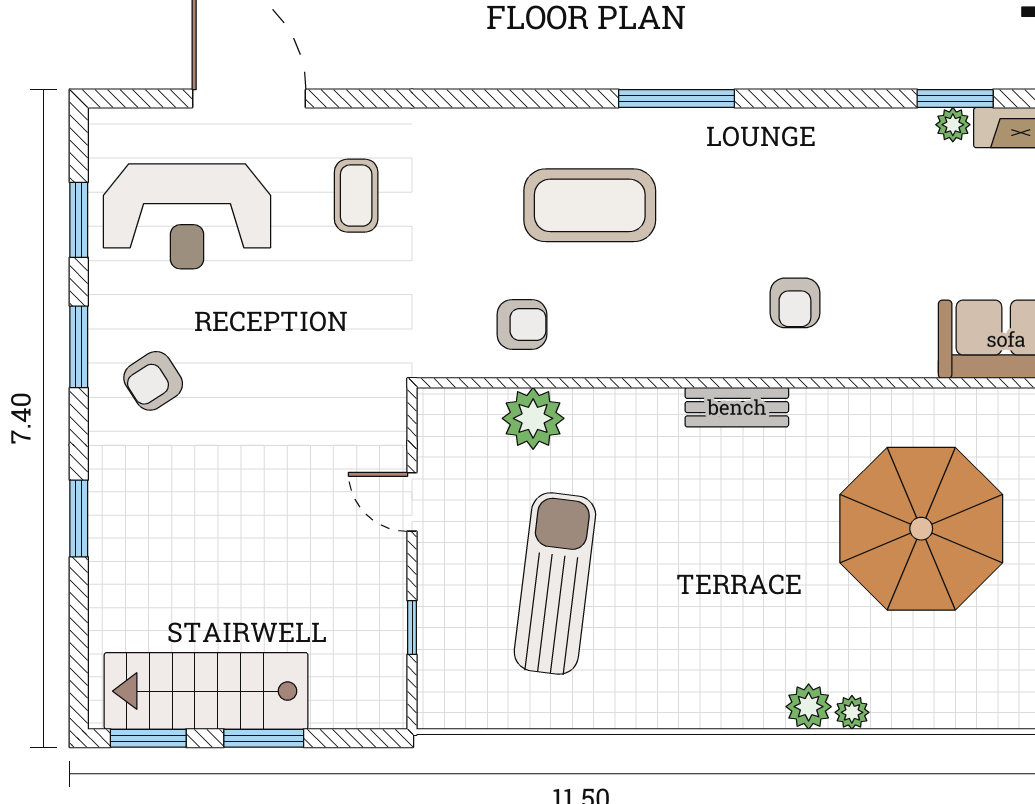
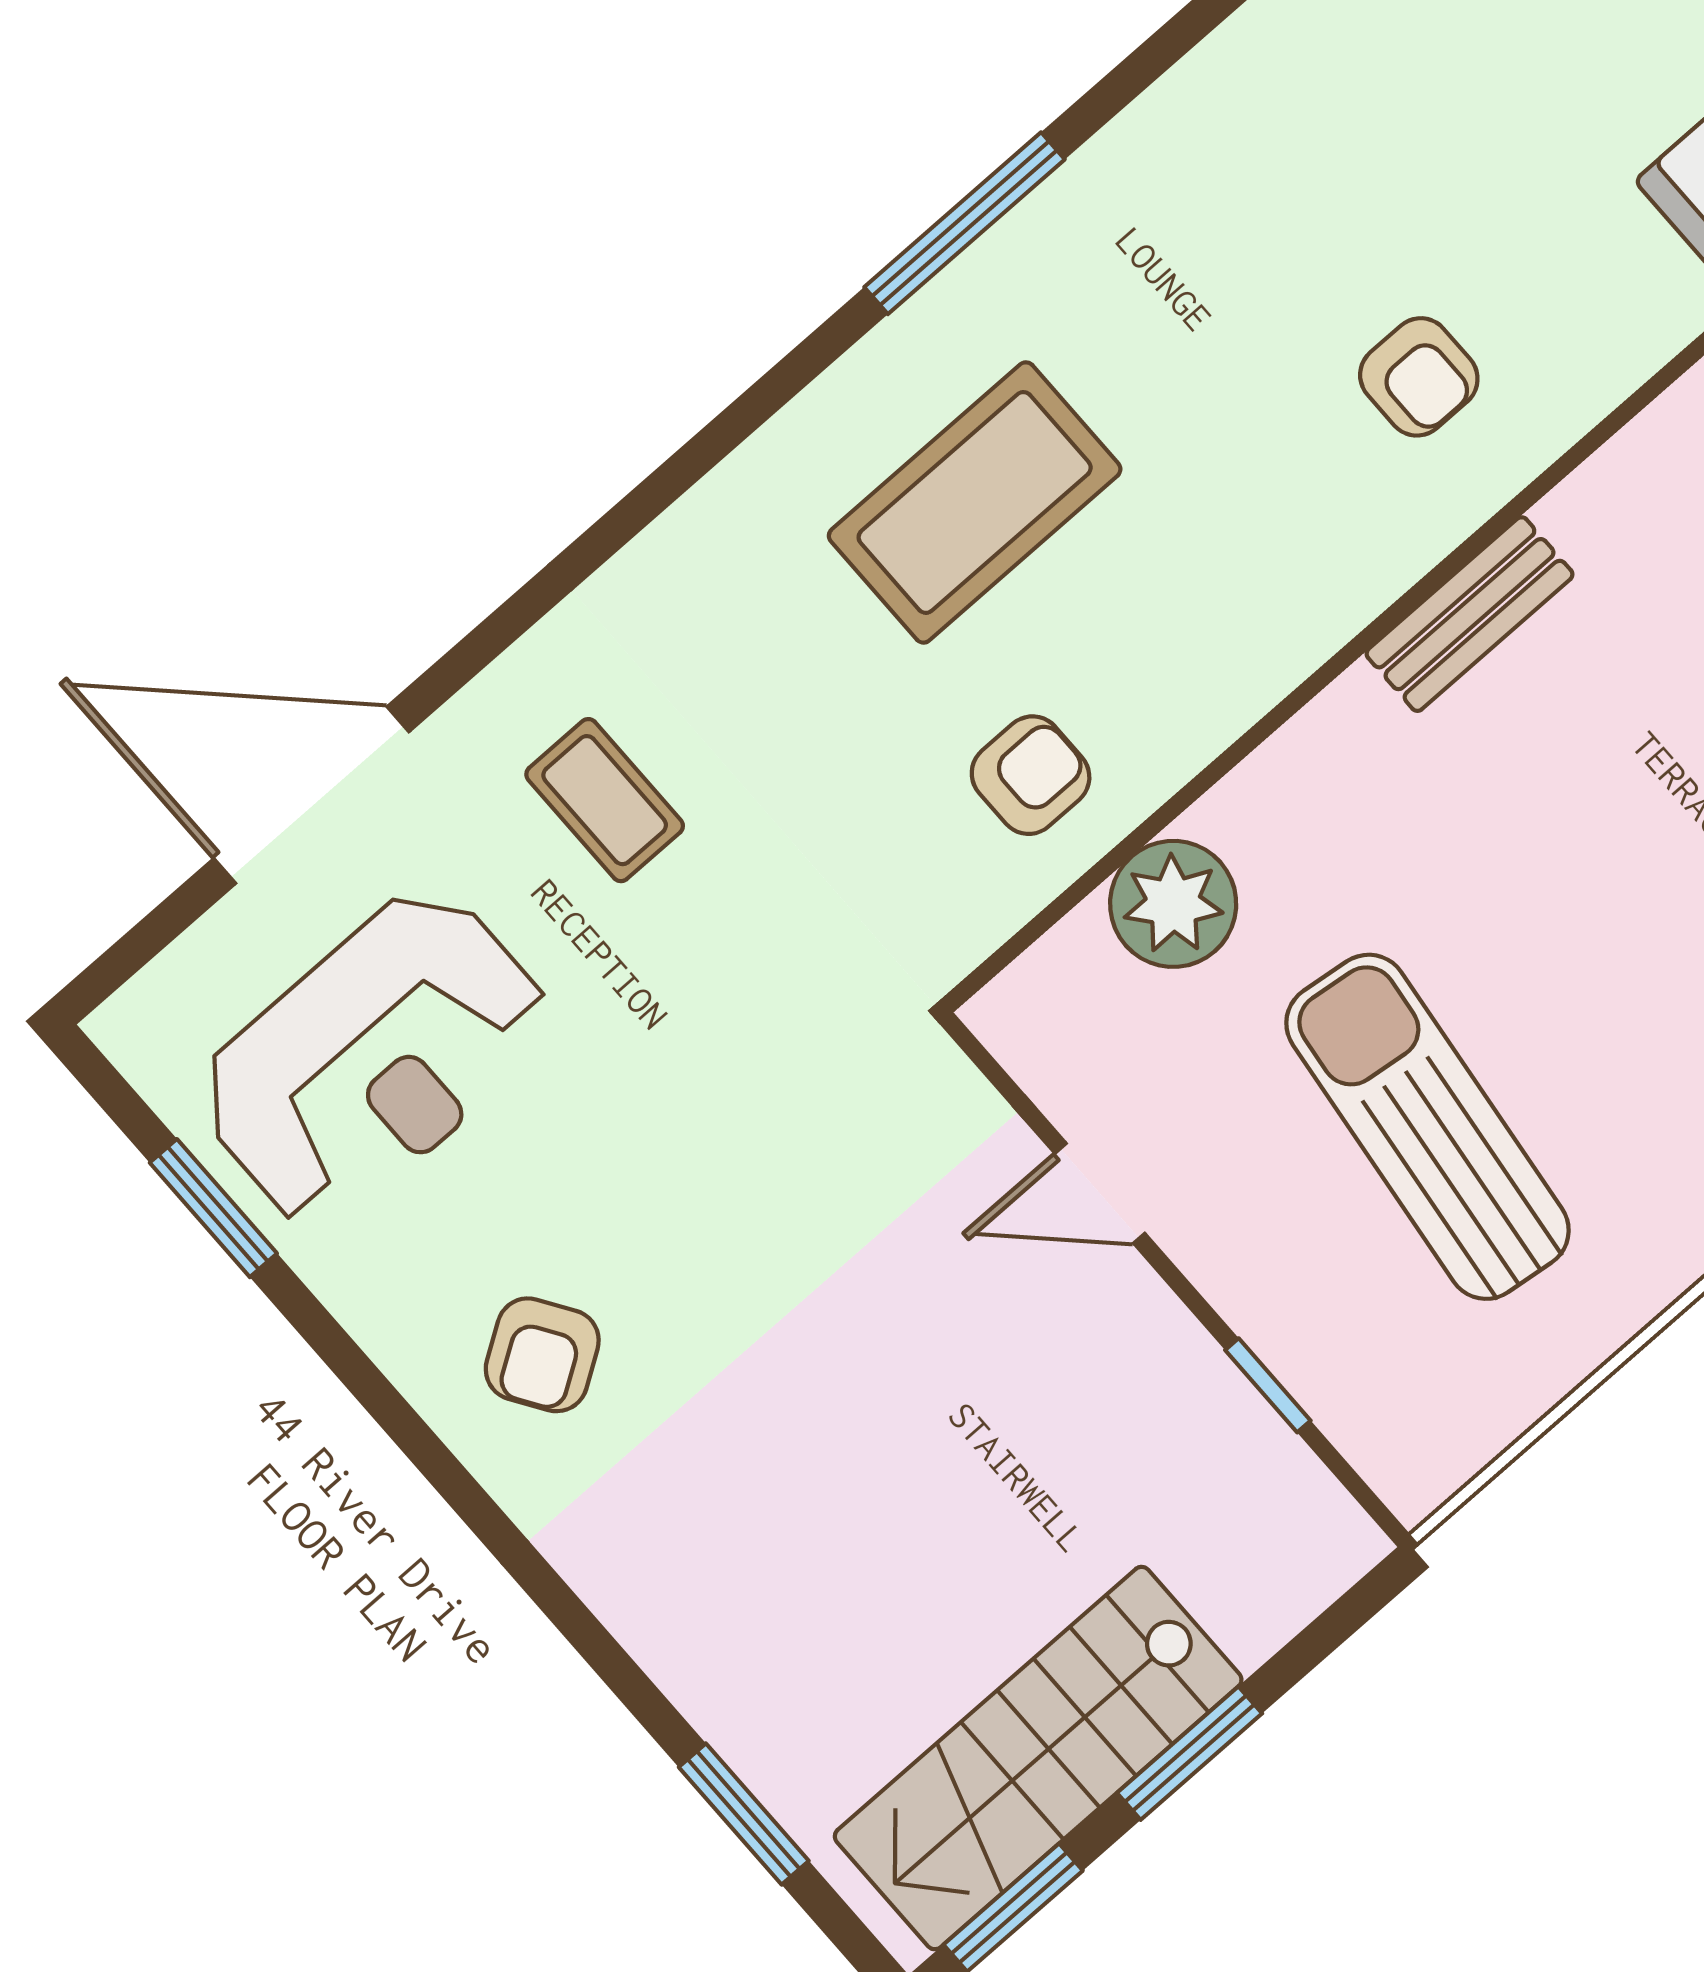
window: (79, 347) -> (383, 1402), removed
window: (79, 519) -> (744, 1814), moved

